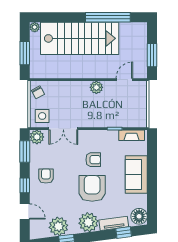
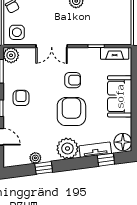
double door: (63, 129) -> (52, 46), moved
plant: (58, 226) -> (35, 158), width x0.53, depth x0.53

